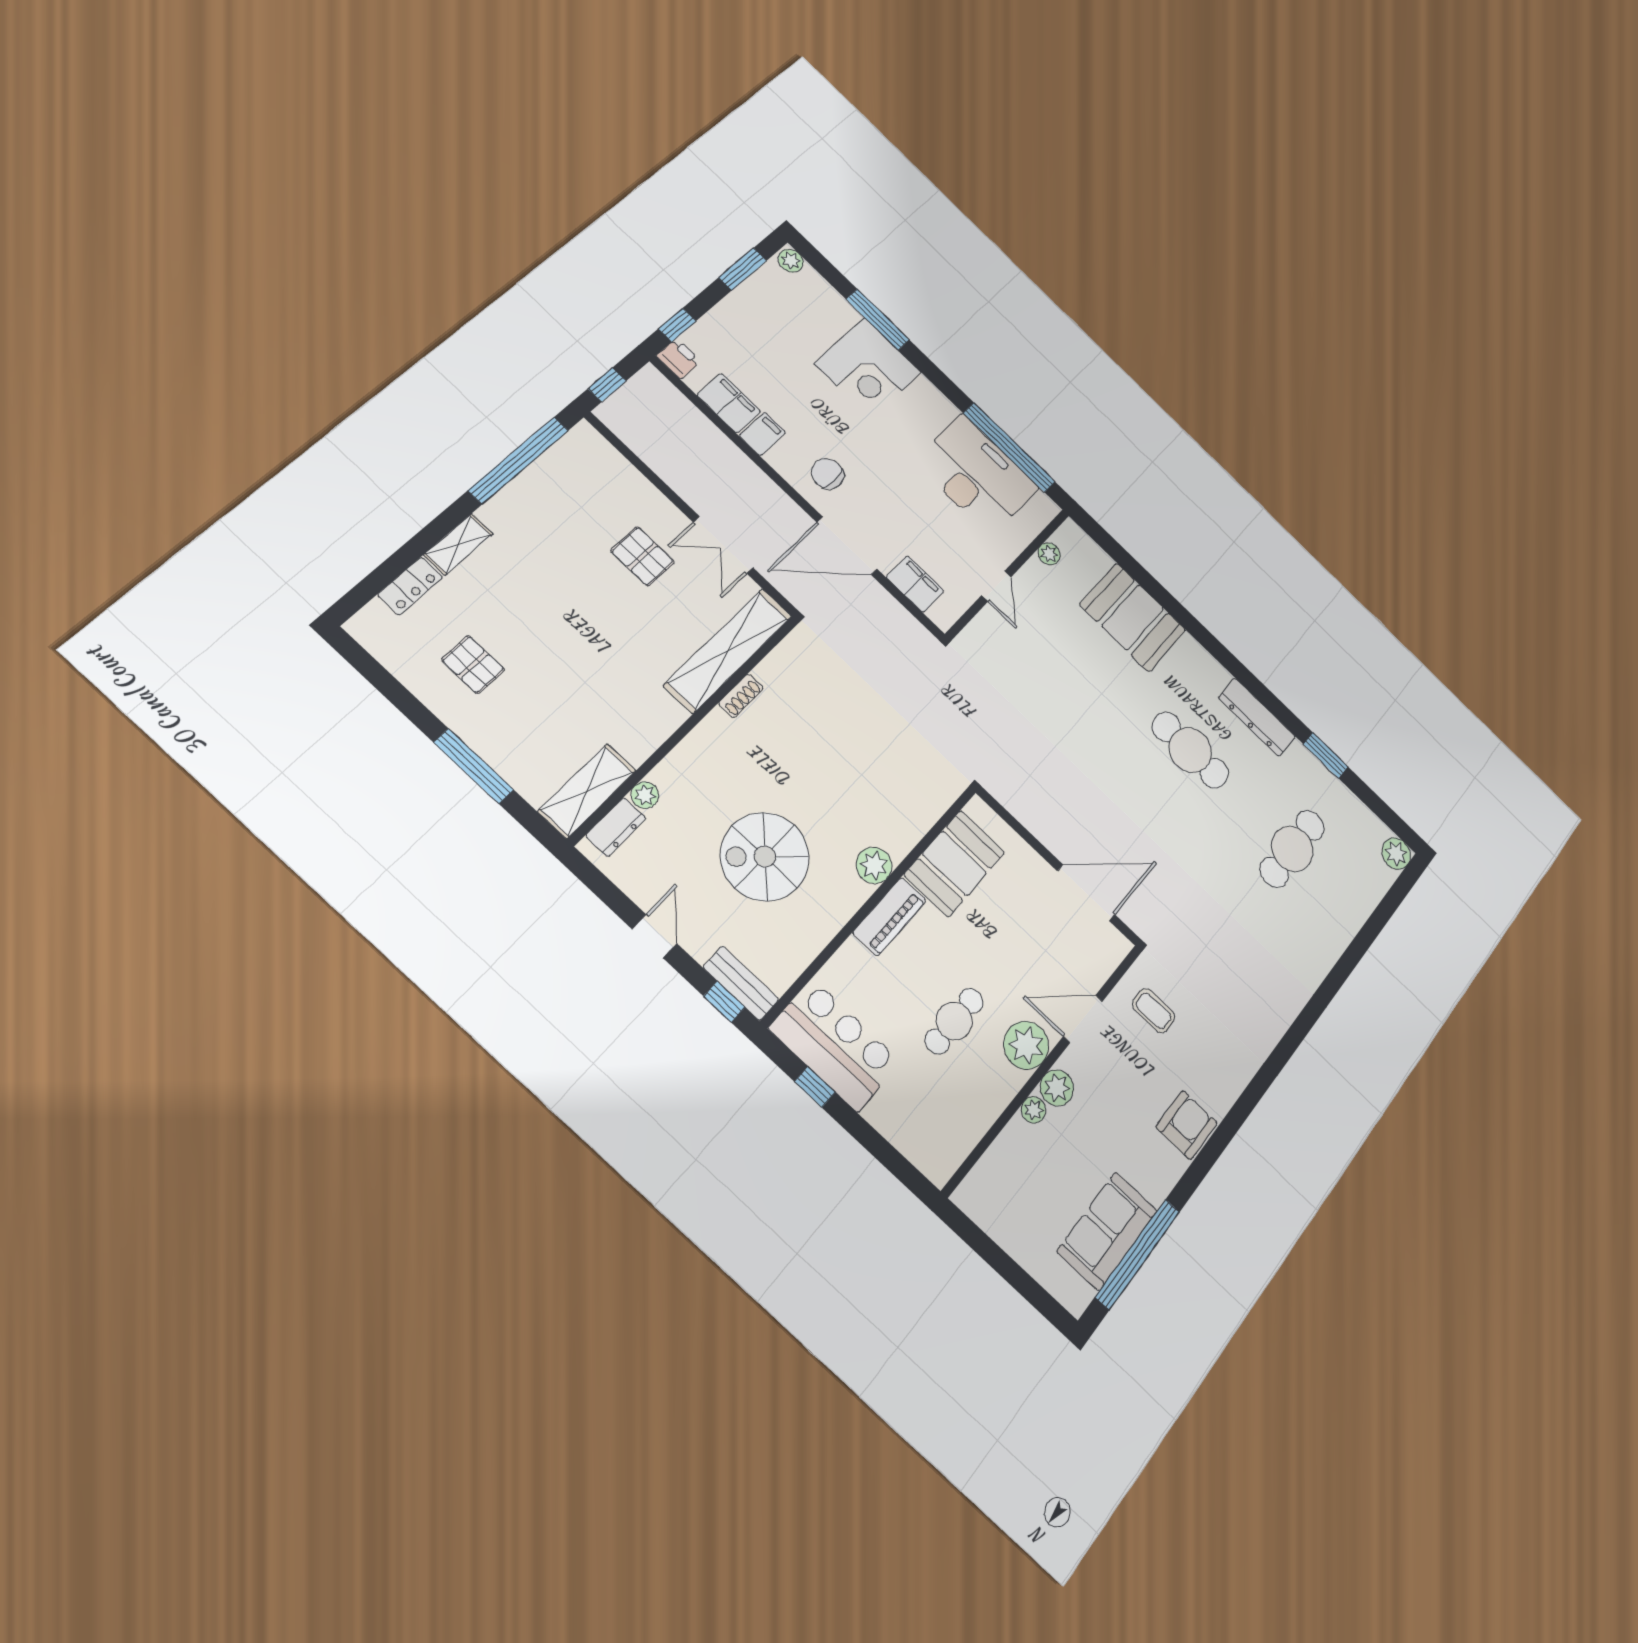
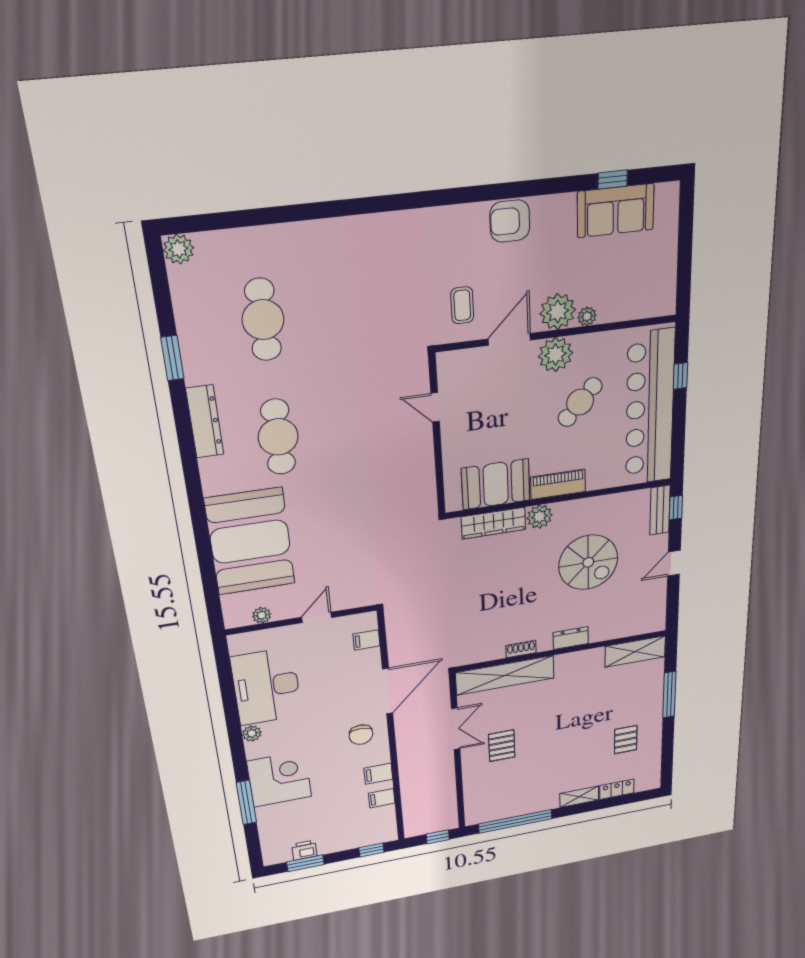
plant: (791, 261) -> (252, 733), moved
printer: (679, 359) -> (304, 850), moved, turned 90
filing cabinet: (729, 403) -> (382, 798), width x0.50
window: (1009, 447) -> (228, 691), removed
door: (847, 546) -> (388, 691), hinge flipped
filing cabinet: (915, 584) -> (367, 640), width x0.50
booth: (1133, 617) -> (250, 542), width x1.36, depth x1.42
plant: (645, 795) -> (613, 632), removed
wardrobe: (916, 820) -> (494, 523), added
dresser: (616, 827) -> (571, 638), moved
cafe table: (1292, 849) -> (263, 320), turned 90
door: (1086, 893) -> (435, 407), width x0.53
door: (1083, 1019) -> (509, 339), swing flipped
cafe table: (954, 1021) -> (580, 402), turned -48
bar counter: (835, 1045) -> (650, 408), width x1.86
window: (815, 1087) -> (680, 376), moved
plant: (1057, 1088) -> (558, 312), width x1.36, depth x1.36
window: (1138, 1254) -> (613, 180), width x0.32

